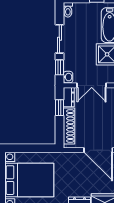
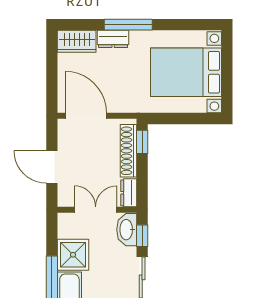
washbasin: (68, 77) -> (127, 230), width x1.91, depth x1.45
window: (59, 108) -> (142, 142), moved

